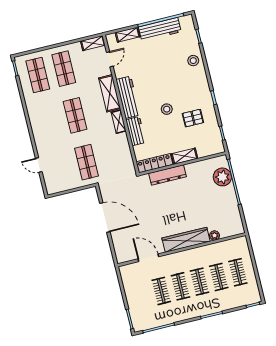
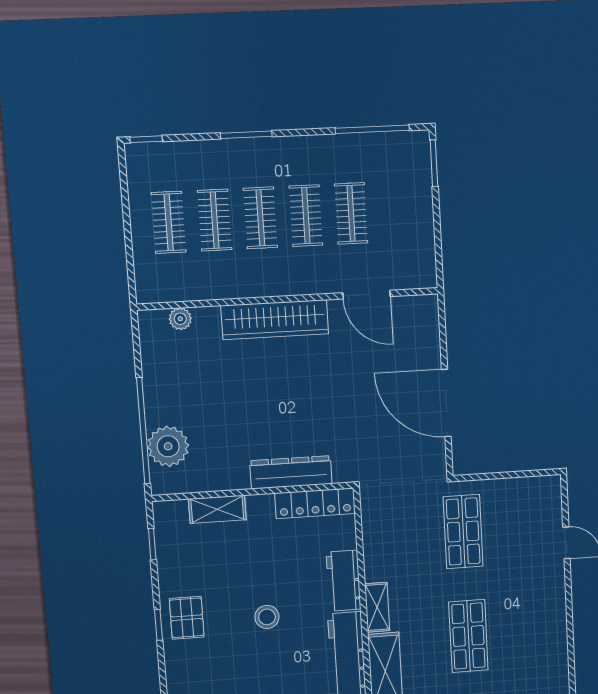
pallet: (193, 118) -> (187, 618), moved, turned 90
shelving: (184, 156) -> (217, 509), moved
plant: (215, 235) -> (180, 319), moved

